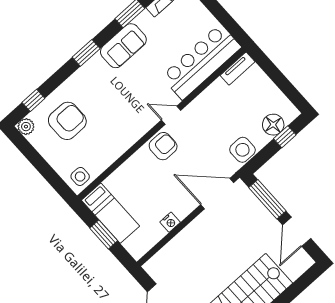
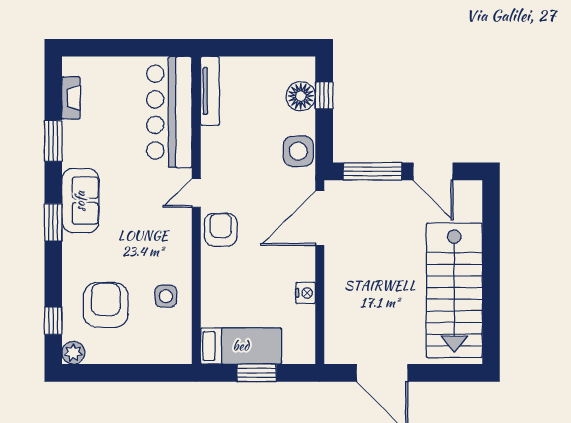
sofa: (123, 46) -> (80, 201), moved
tv unit: (238, 69) -> (210, 91), width x1.41
side table: (80, 176) -> (166, 296), moved

